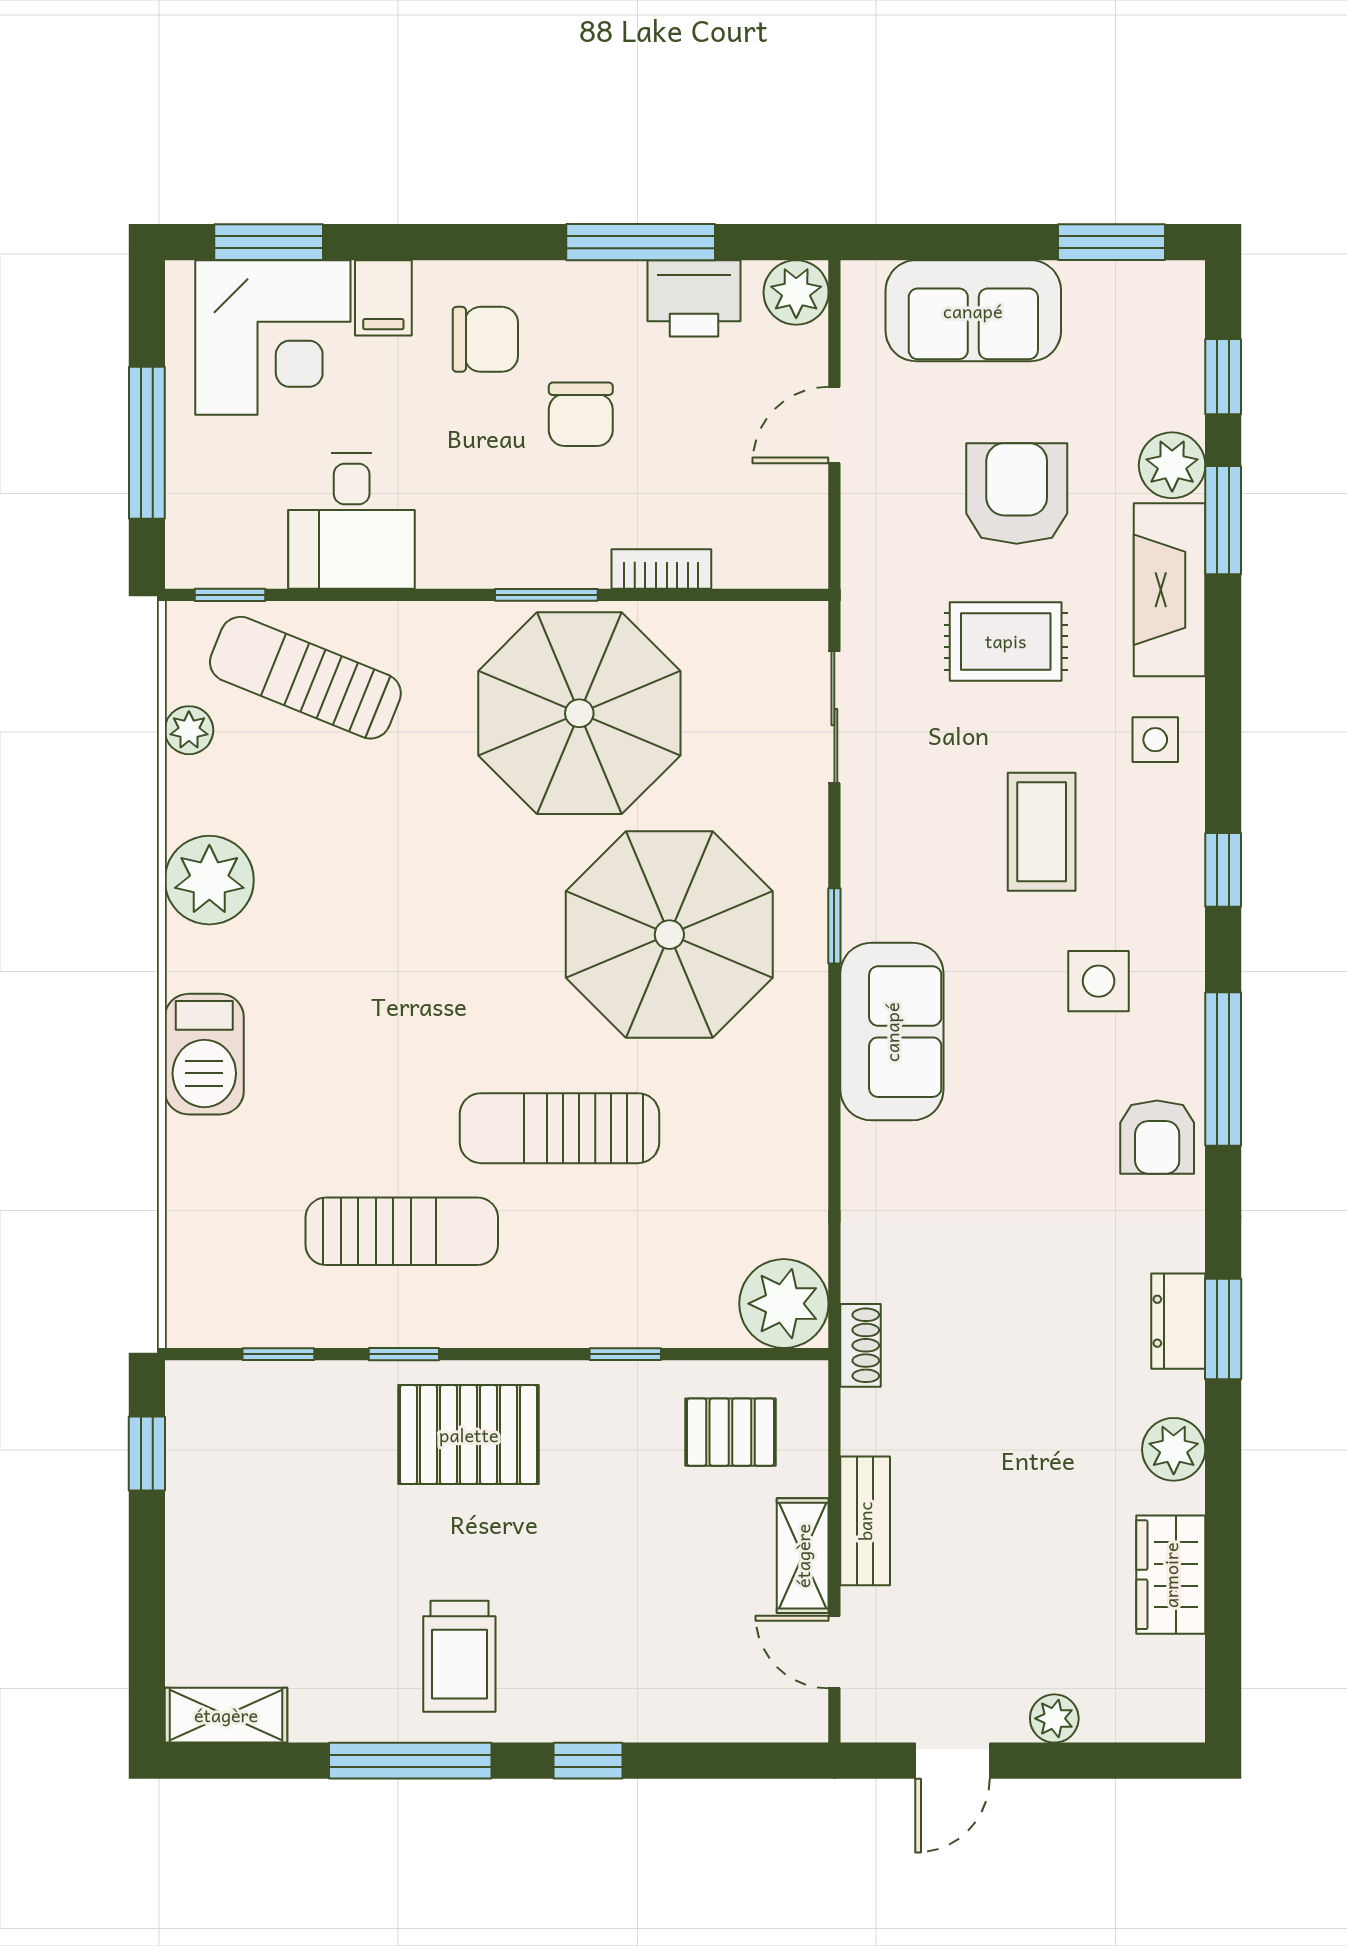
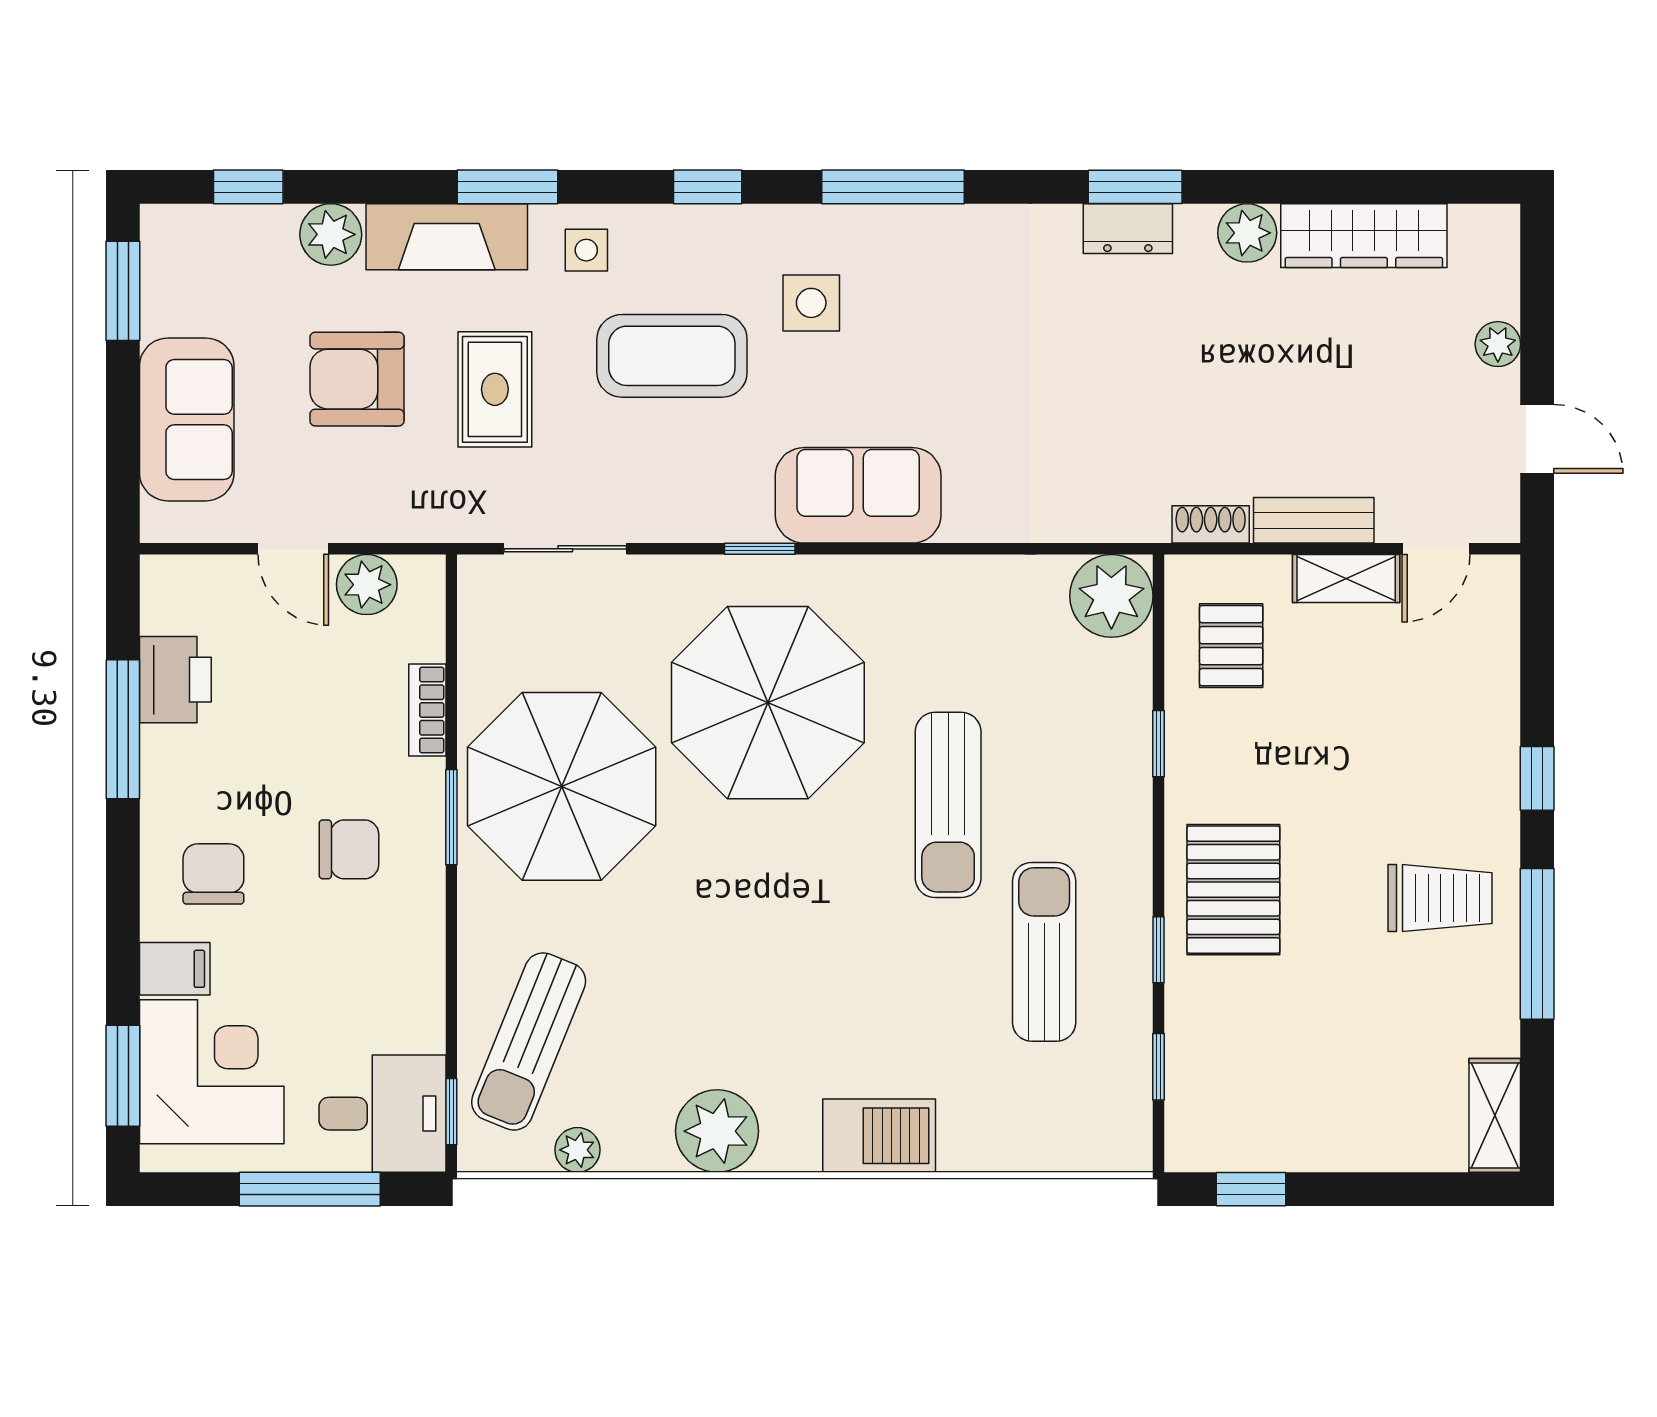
plant: (796, 292) -> (367, 585), moved
chair: (581, 414) -> (349, 849), moved
window: (1223, 520) -> (507, 187), moved
desk: (352, 521) -> (382, 1114), moved
coffee table: (1042, 832) -> (672, 356), width x1.36, depth x1.32
armchair: (1157, 1137) -> (956, 248), removed
shoe rack: (861, 1345) -> (1211, 524), moved
wardrobe: (1171, 1575) -> (1364, 236), width x1.50

